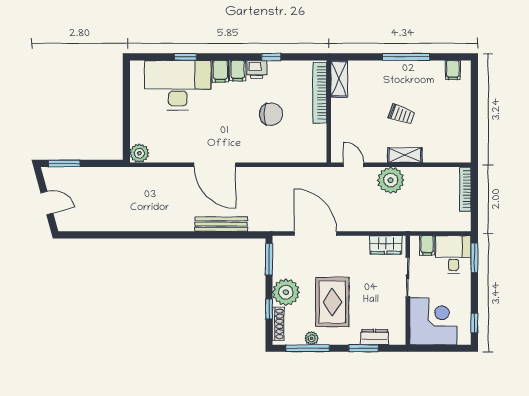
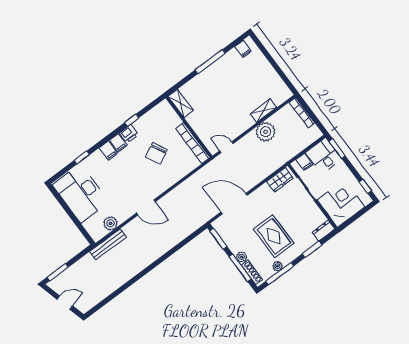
desk: (178, 85) -> (81, 193), moved, turned -90
bookcase: (320, 93) -> (193, 143), moved
chair: (271, 114) -> (156, 153), turned 153
trolley: (401, 114) -> (232, 97), removed
plant: (139, 153) -> (110, 223), moved
shelving: (405, 155) -> (263, 111), moved
door: (215, 165) -> (146, 207), width x0.73
plant: (391, 180) -> (266, 132), moved
bench: (221, 224) -> (108, 244), moved
plant: (286, 292) -> (242, 257), width x0.53, depth x0.53
window: (269, 309) -> (240, 268), width x2.17
dresser: (374, 337) -> (324, 231), moved

